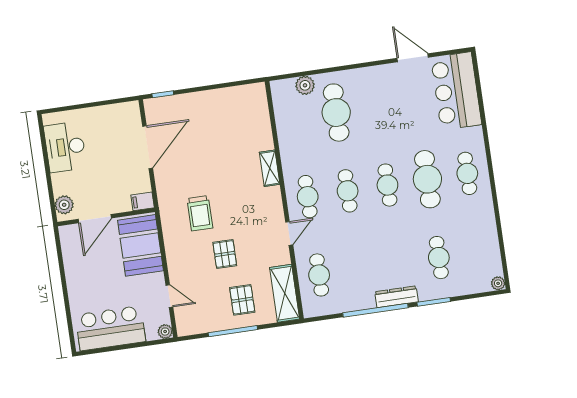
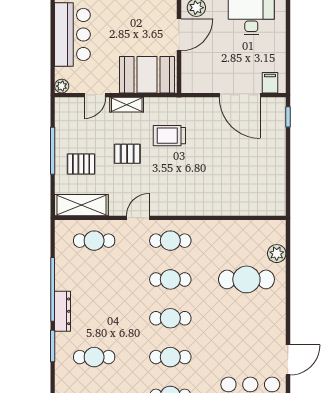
shelving: (270, 168) -> (127, 105), moved
cafe table: (427, 179) -> (170, 357), width x0.73, depth x0.74
filing cabinet: (143, 201) -> (270, 83), moved
door: (95, 219) -> (179, 35), swing flipped
door: (289, 233) -> (138, 218), swing flipped

